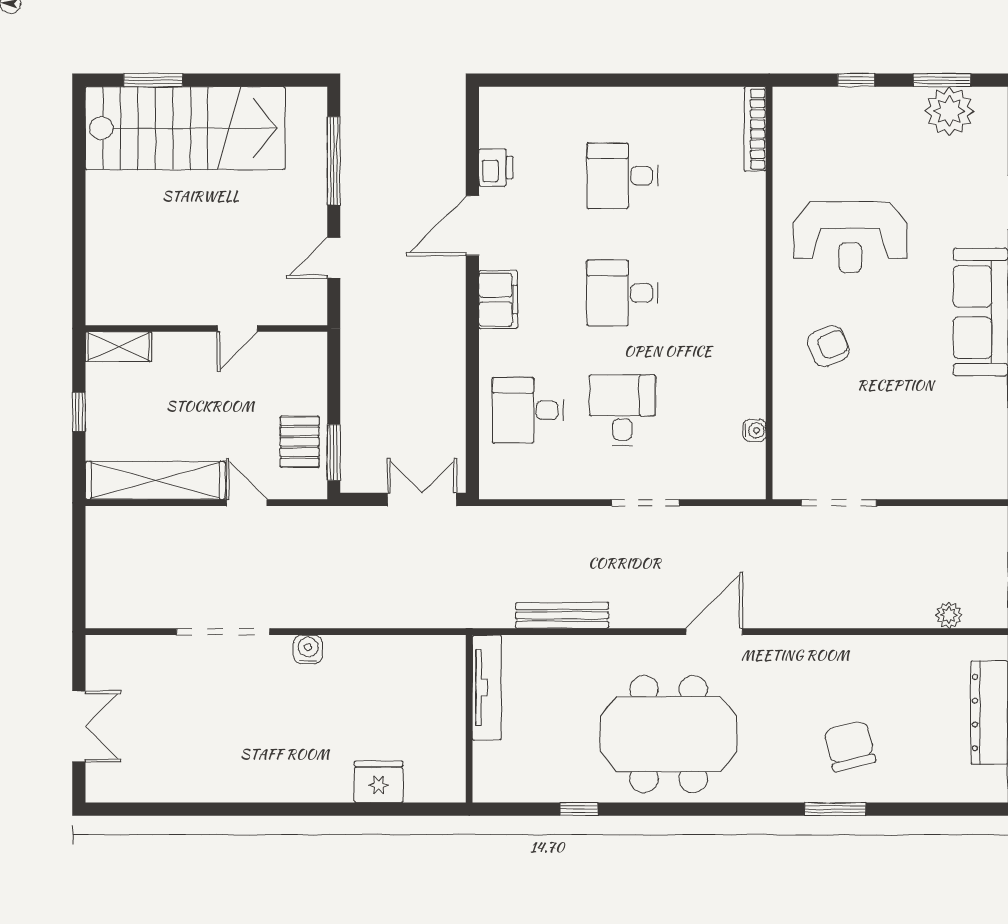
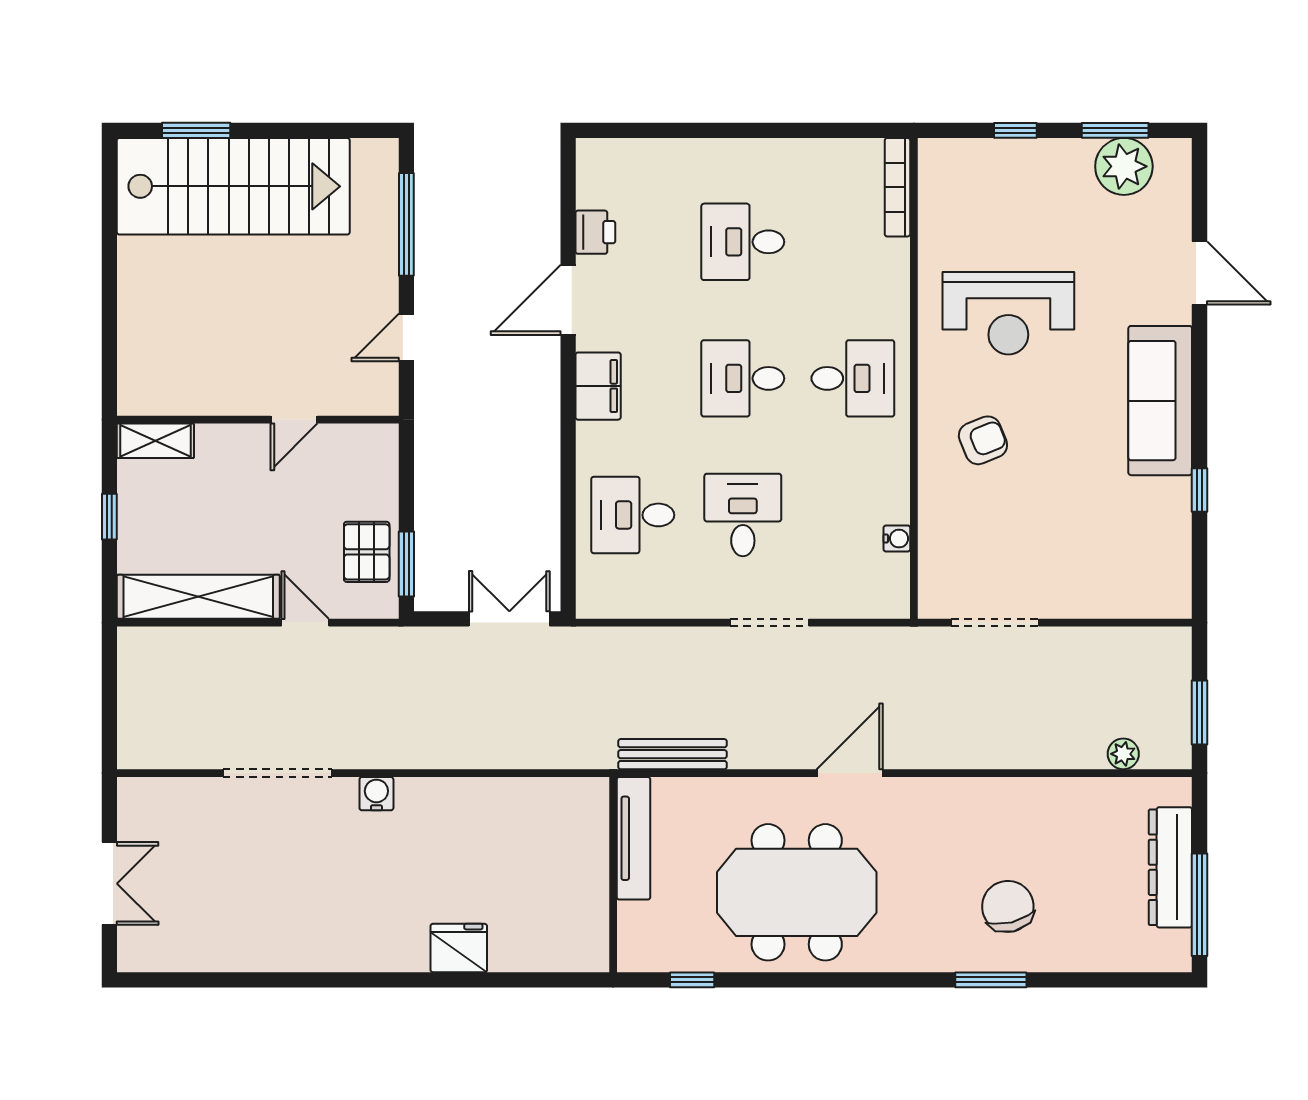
desk: (717, 293) -> (853, 378), added
tv unit: (487, 688) -> (634, 838), moved
wall: (469, 719) -> (613, 875), moved

